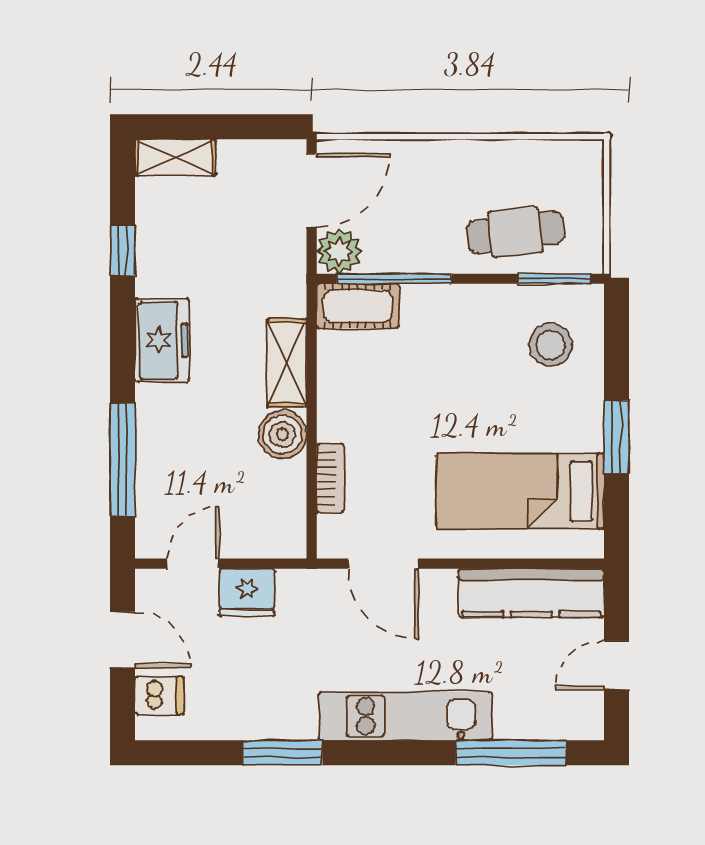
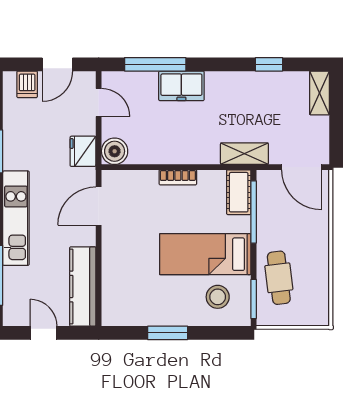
plant: (339, 251) -> (269, 182), removed
freezer: (162, 340) -> (181, 86), moved
shelving: (287, 363) -> (244, 154), moved
boiler: (282, 434) -> (115, 151), moved
bookcase: (331, 478) -> (178, 177), moved
bed: (520, 491) -> (205, 254), moved, turned -90
fridge: (247, 593) -> (83, 151), moved

